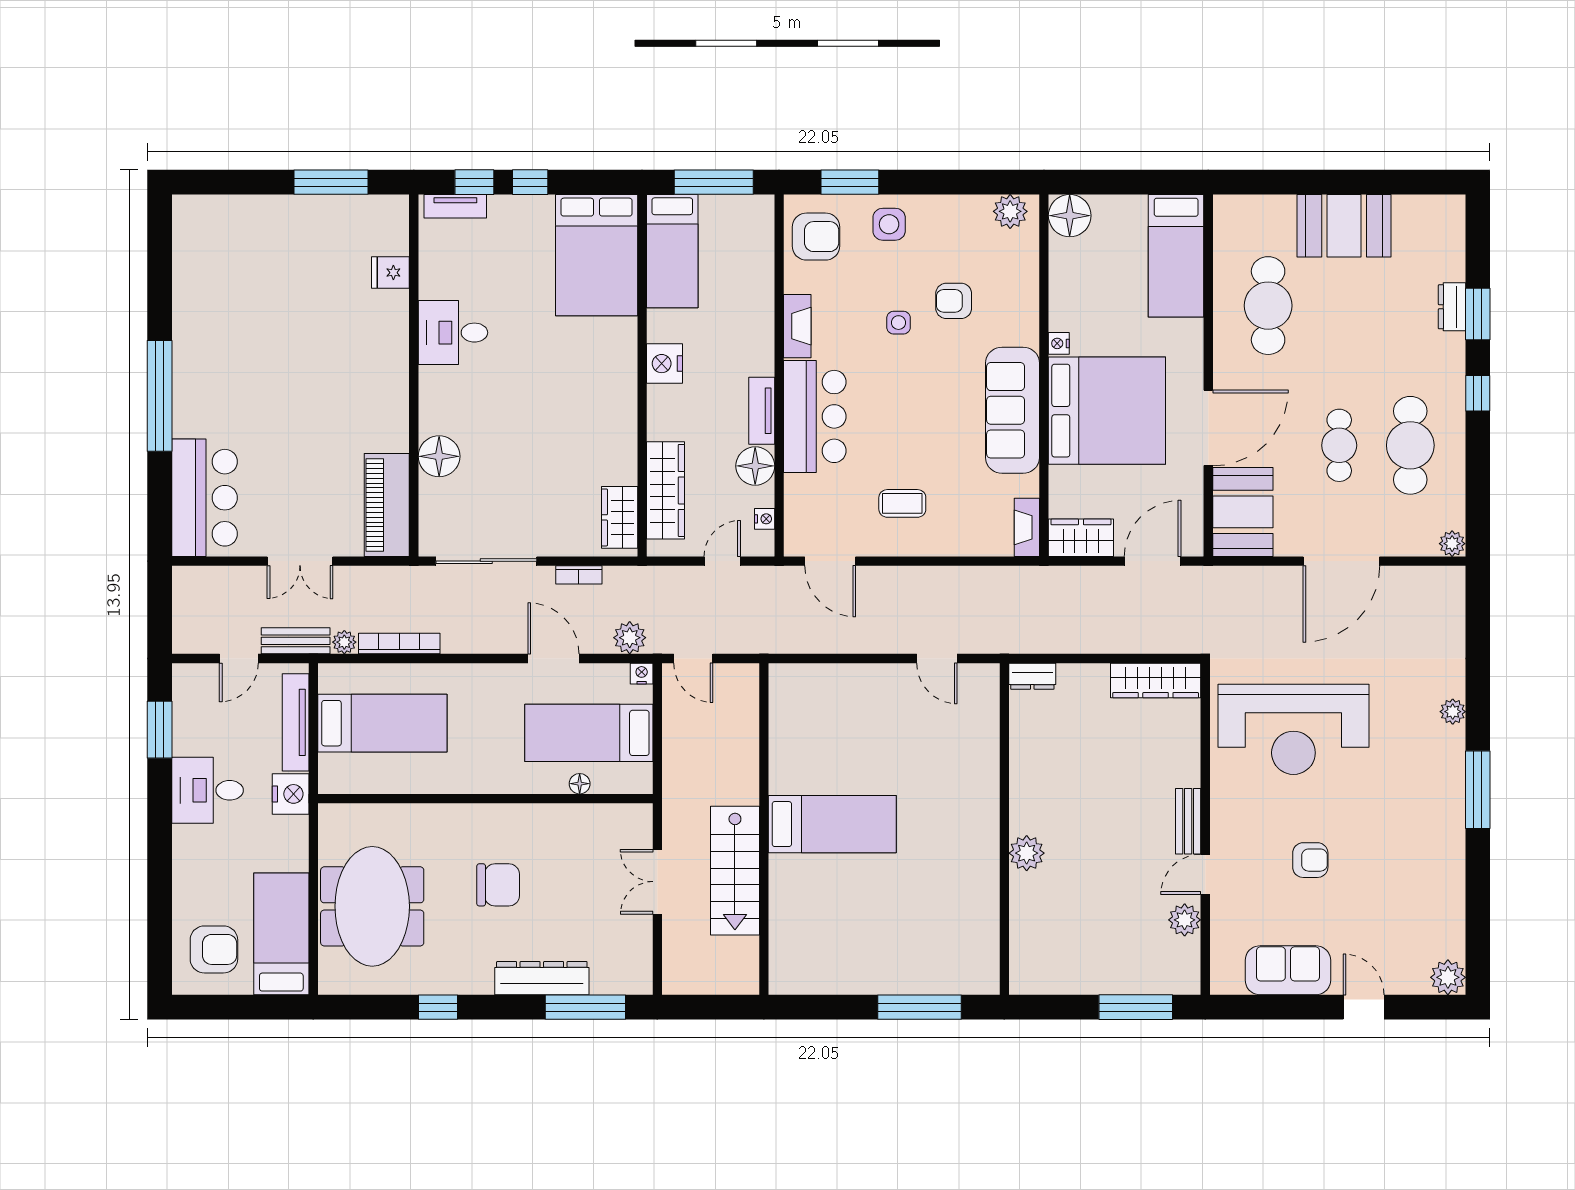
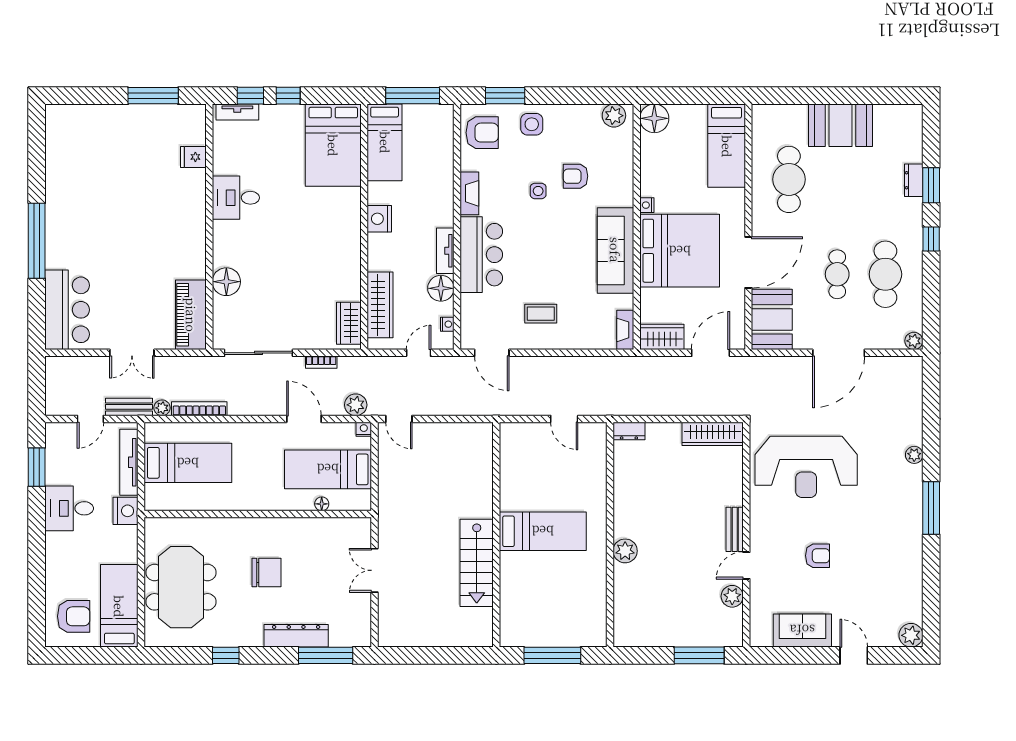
bed: (832, 824) -> (543, 531), moved
wall: (764, 829) -> (496, 535), moved
stairs: (735, 871) -> (477, 563), moved

